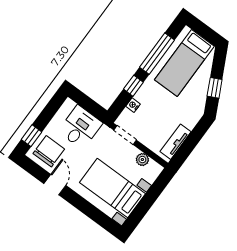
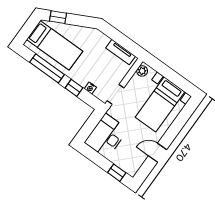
window: (215, 88) -> (58, 17), moved
desk: (80, 127) -> (106, 136), width x1.37
chair: (49, 151) -> (130, 158), removed
plant: (142, 160) -> (142, 71), moved

